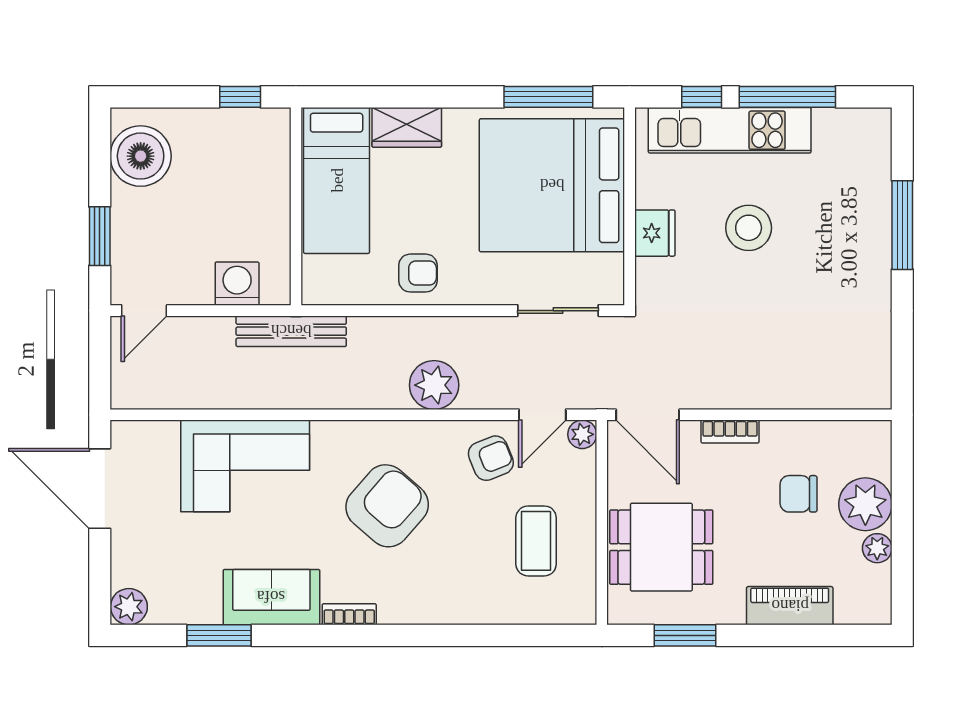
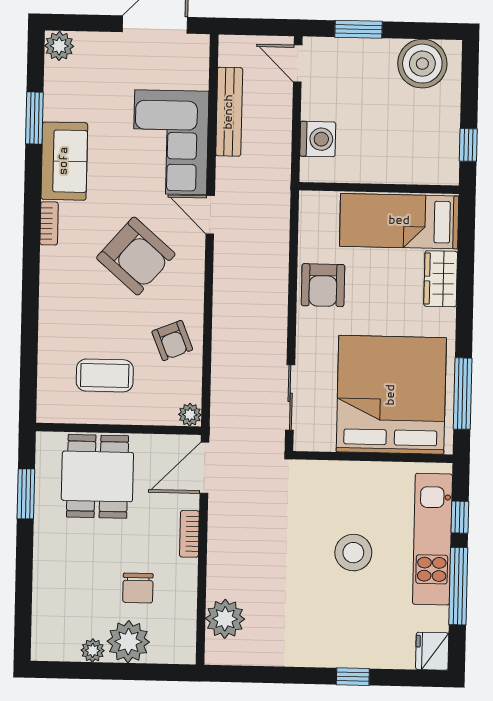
window: (902, 225) -> (353, 677), width x0.46
fridge: (655, 233) -> (432, 651), moved, turned 90
armchair: (418, 273) -> (323, 285), width x1.38, depth x1.38
bench: (291, 331) -> (229, 112), moved
plant: (434, 385) -> (225, 619), moved
door: (542, 415) -> (210, 215), moved
chair: (799, 494) -> (138, 588), turned 180
piano: (790, 606) -> (48, 579), removed

